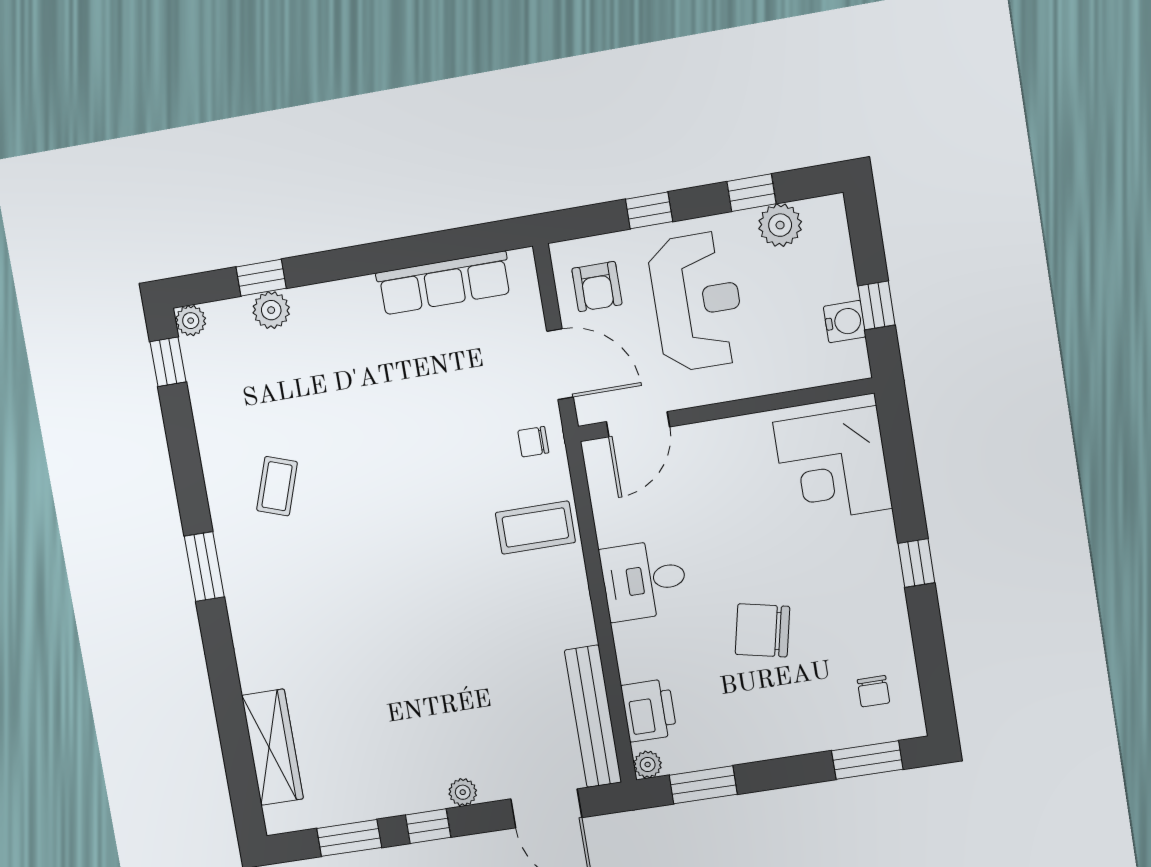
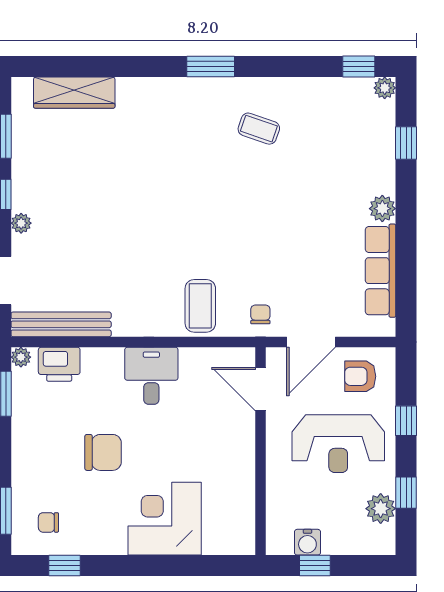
plant: (271, 310) -> (382, 209), moved
corner desk: (833, 465) -> (165, 519), moved
window: (916, 563) -> (64, 566), moved
chair: (762, 630) -> (103, 452), turned 78

